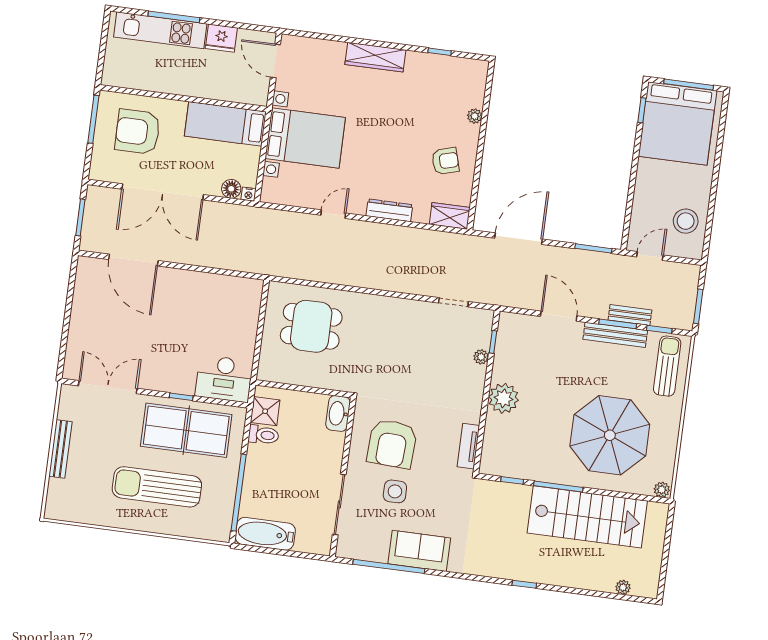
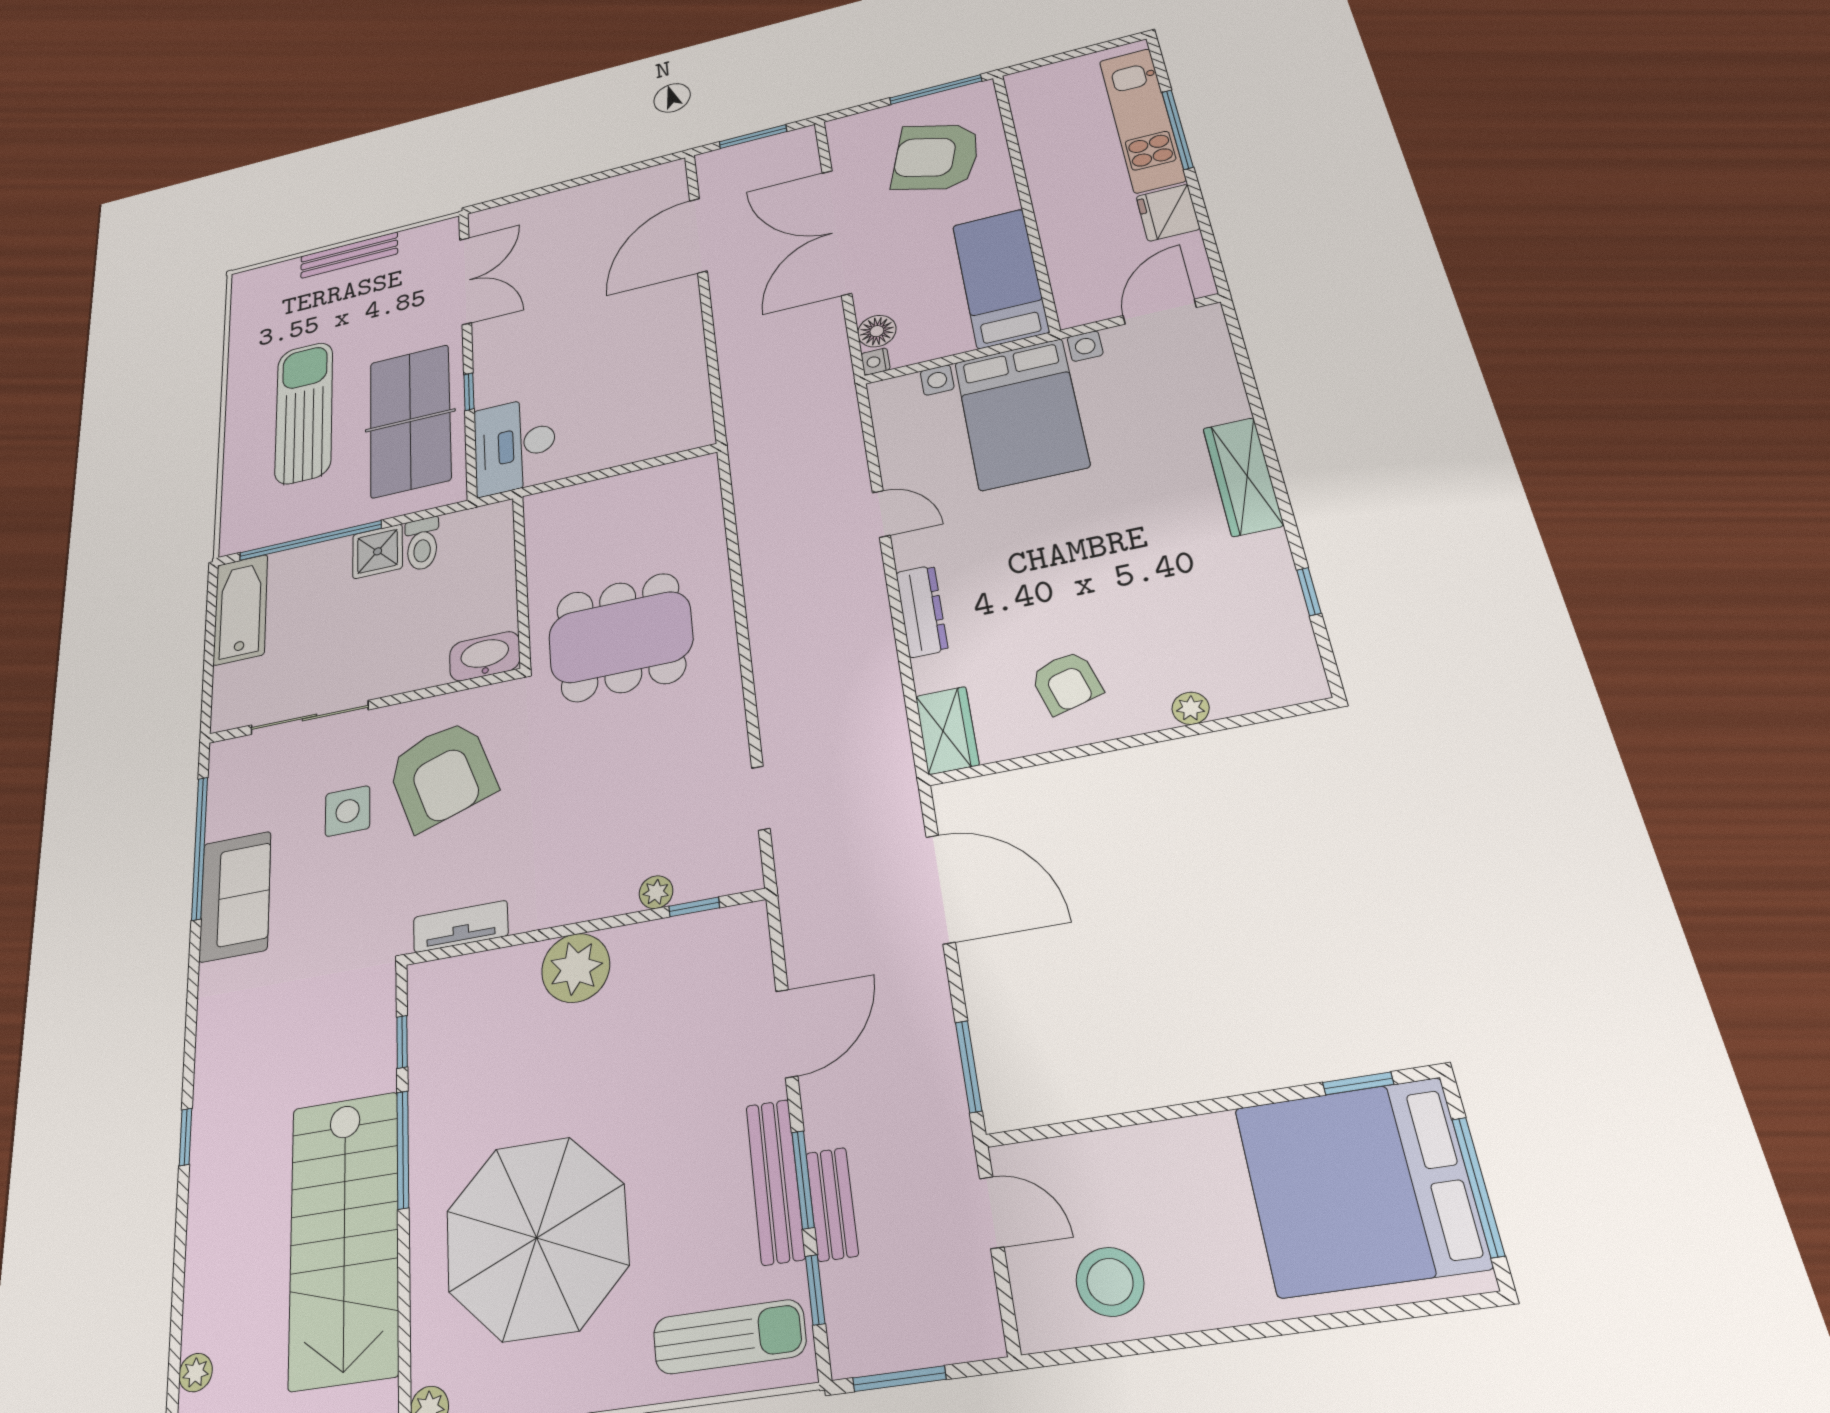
armchair: (138, 132) -> (936, 157), turned -73
dining table: (311, 326) -> (620, 637), moved, width x1.38
shower: (265, 411) -> (378, 551), moved
armchair: (392, 444) -> (442, 774), turned -112

